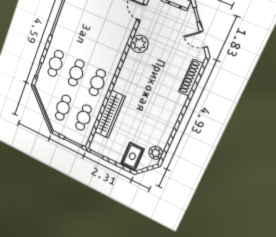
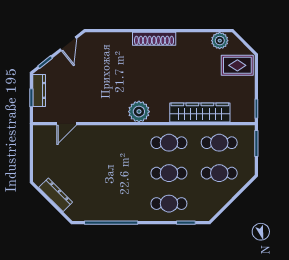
plant: (139, 44) -> (139, 112), moved
shoe rack: (191, 78) -> (154, 39), moved

